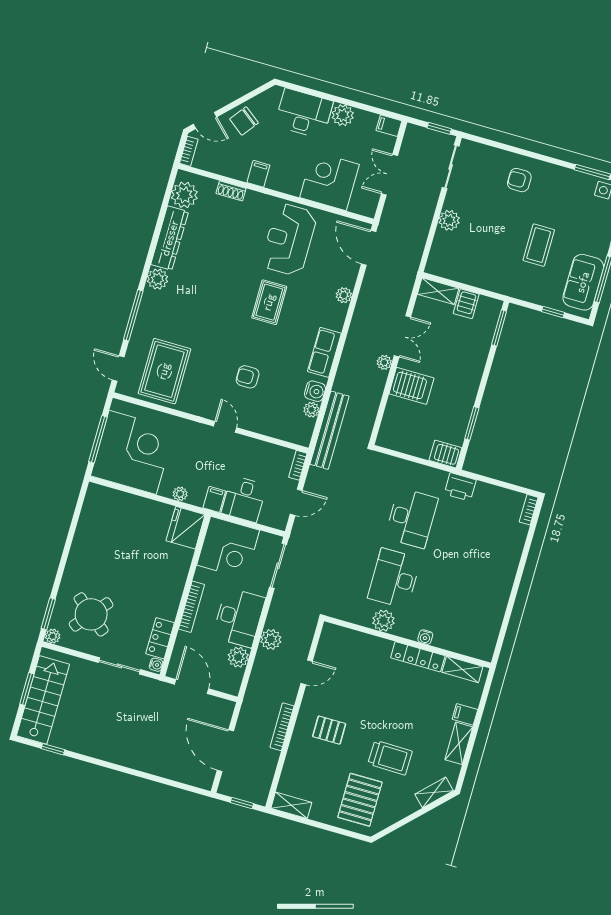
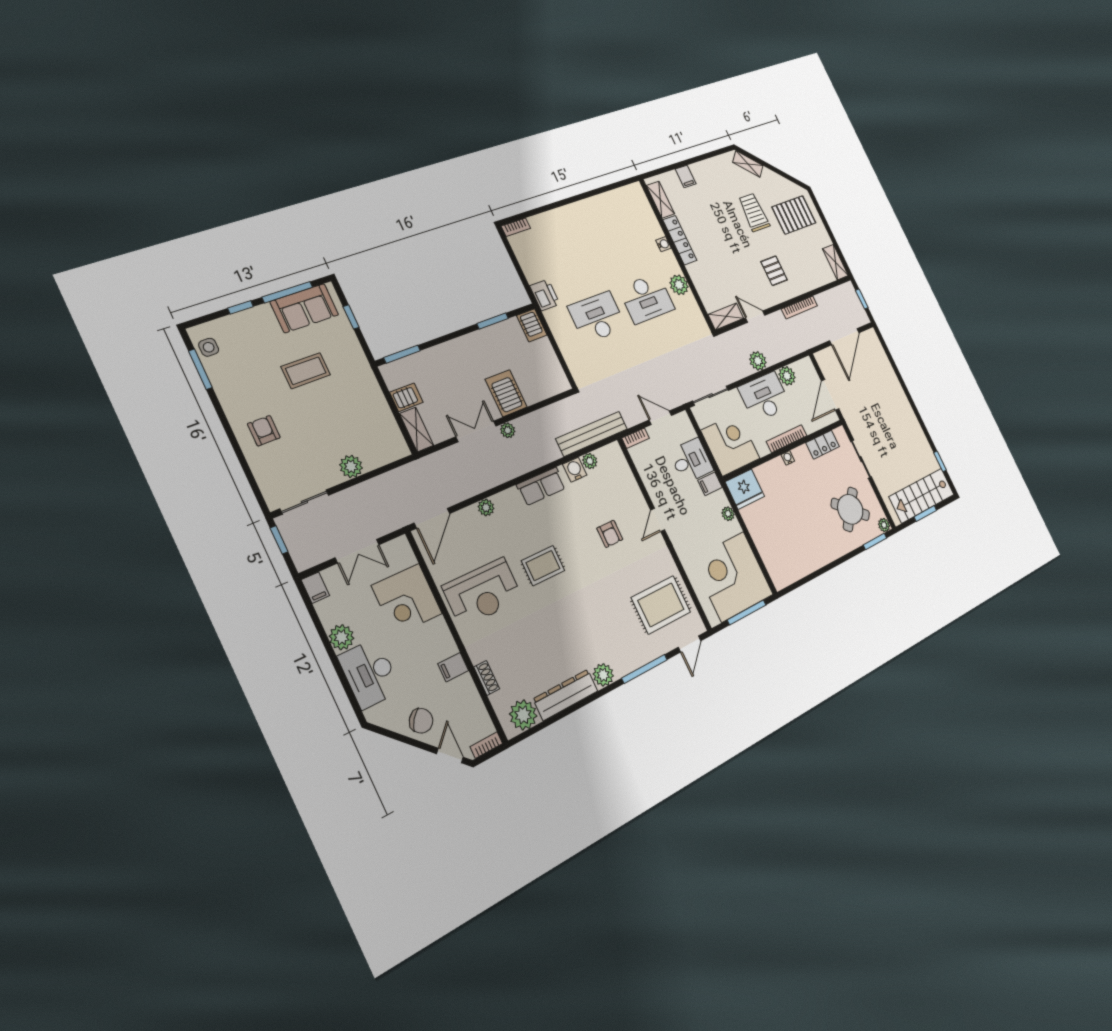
armchair: (519, 180) -> (264, 431), turned 180
water cooler: (156, 665) -> (788, 458), moved
shelving: (459, 743) -> (726, 316), moved

